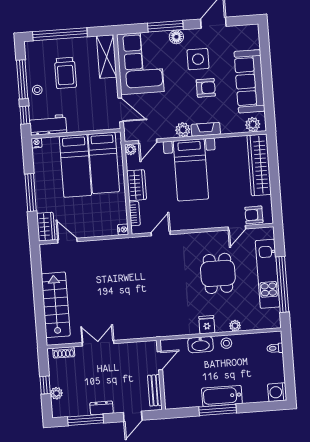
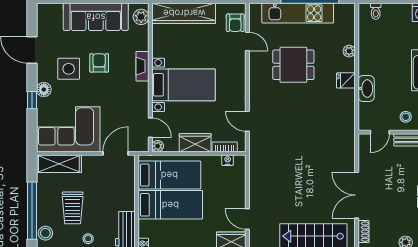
window: (165, 26) -> (32, 100), width x0.46
stool: (39, 49) -> (45, 233), added
trolley: (65, 73) -> (73, 208), turned 90
plant: (183, 130) -> (141, 90), removed
nightstand: (123, 229) -> (228, 160), moved
door: (67, 241) -> (247, 219), hinge flipped
double door: (98, 343) -> (357, 195), width x1.37
stool: (226, 343) -> (406, 117), moved
door: (160, 361) -> (380, 132), swing flipped

